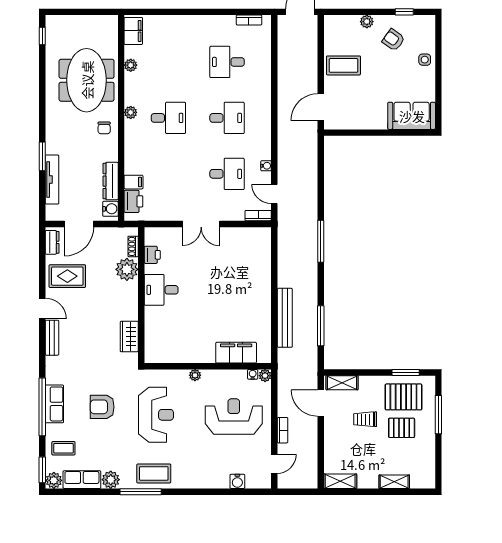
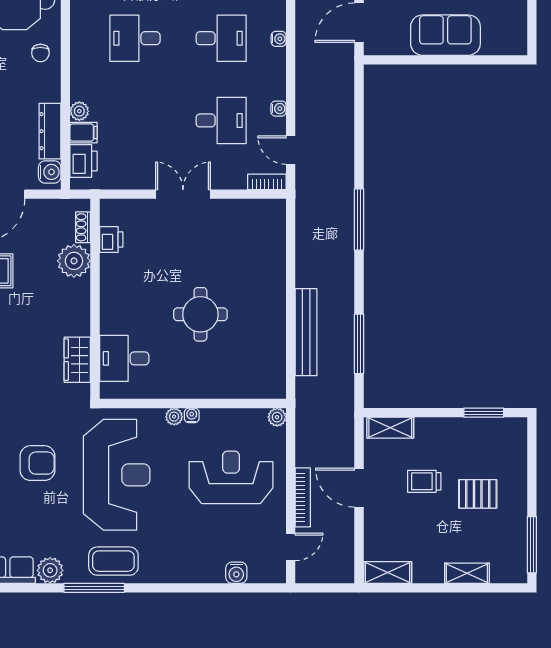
plant: (131, 112) -> (79, 111), moved
sofa: (412, 116) -> (445, 35), moved
desk: (168, 118) -> (135, 38), turned 180
water cooler: (266, 118) -> (279, 39), added
double door: (201, 224) -> (183, 194), swing flipped
desk: (161, 290) -> (124, 358), moved
round table: (213, 306) -> (200, 314), added
filing cabinet: (236, 353) -> (234, 384), removed
water cooler: (253, 374) -> (192, 415), moved
pallet: (403, 397) -> (481, 449), removed
door: (321, 403) -> (359, 488), moved
armchair: (102, 407) -> (37, 463), turned 180
reception desk: (156, 415) -> (117, 475), width x1.36, depth x1.30
window: (438, 415) -> (532, 545), moved
bookcase: (283, 430) -> (303, 497), width x1.56

